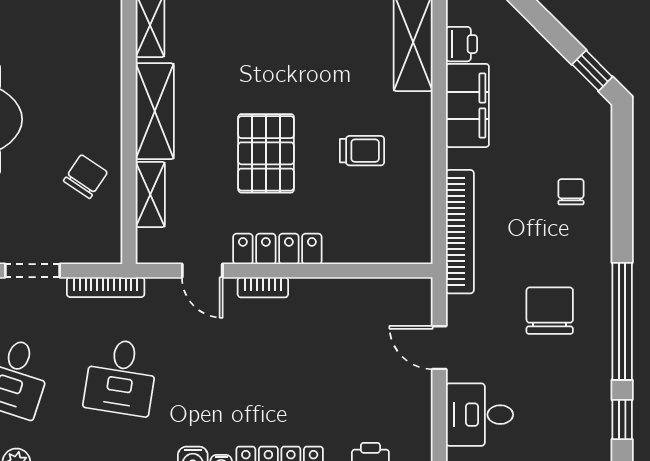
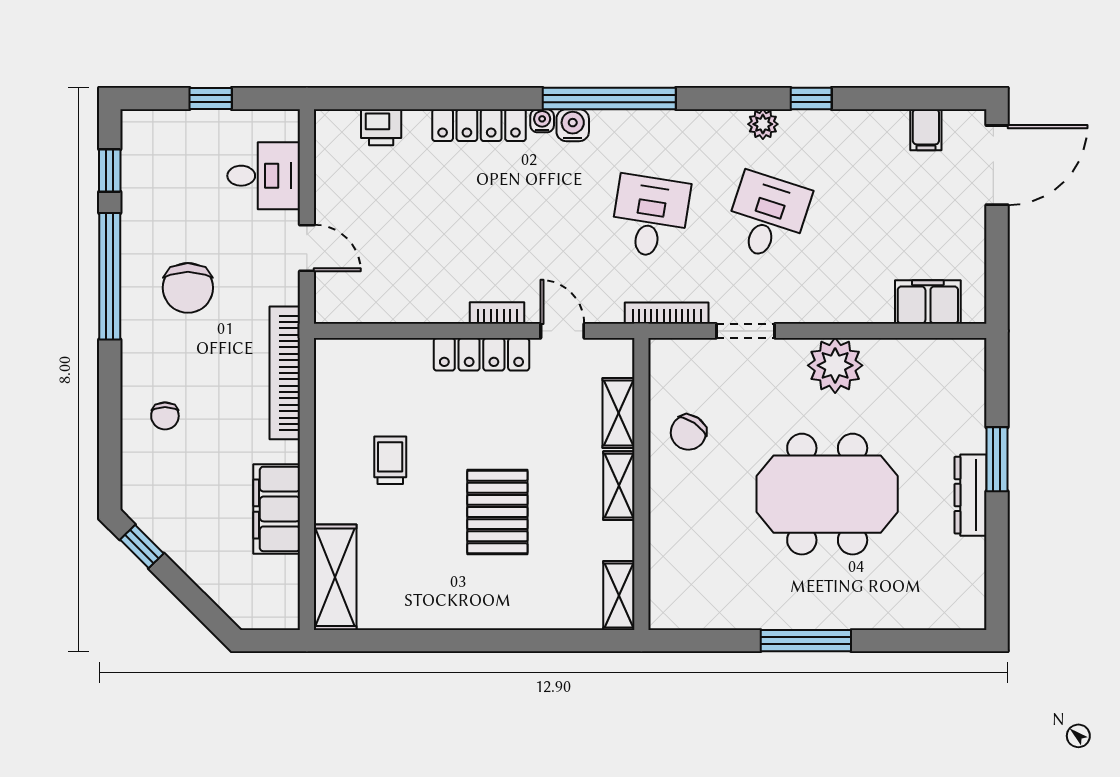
printer: (461, 44) -> (283, 575), removed
shelving: (155, 111) -> (619, 486), width x0.67, depth x0.75
trolley: (362, 151) -> (390, 460), turned 90
pallet: (266, 153) -> (497, 512), moved

